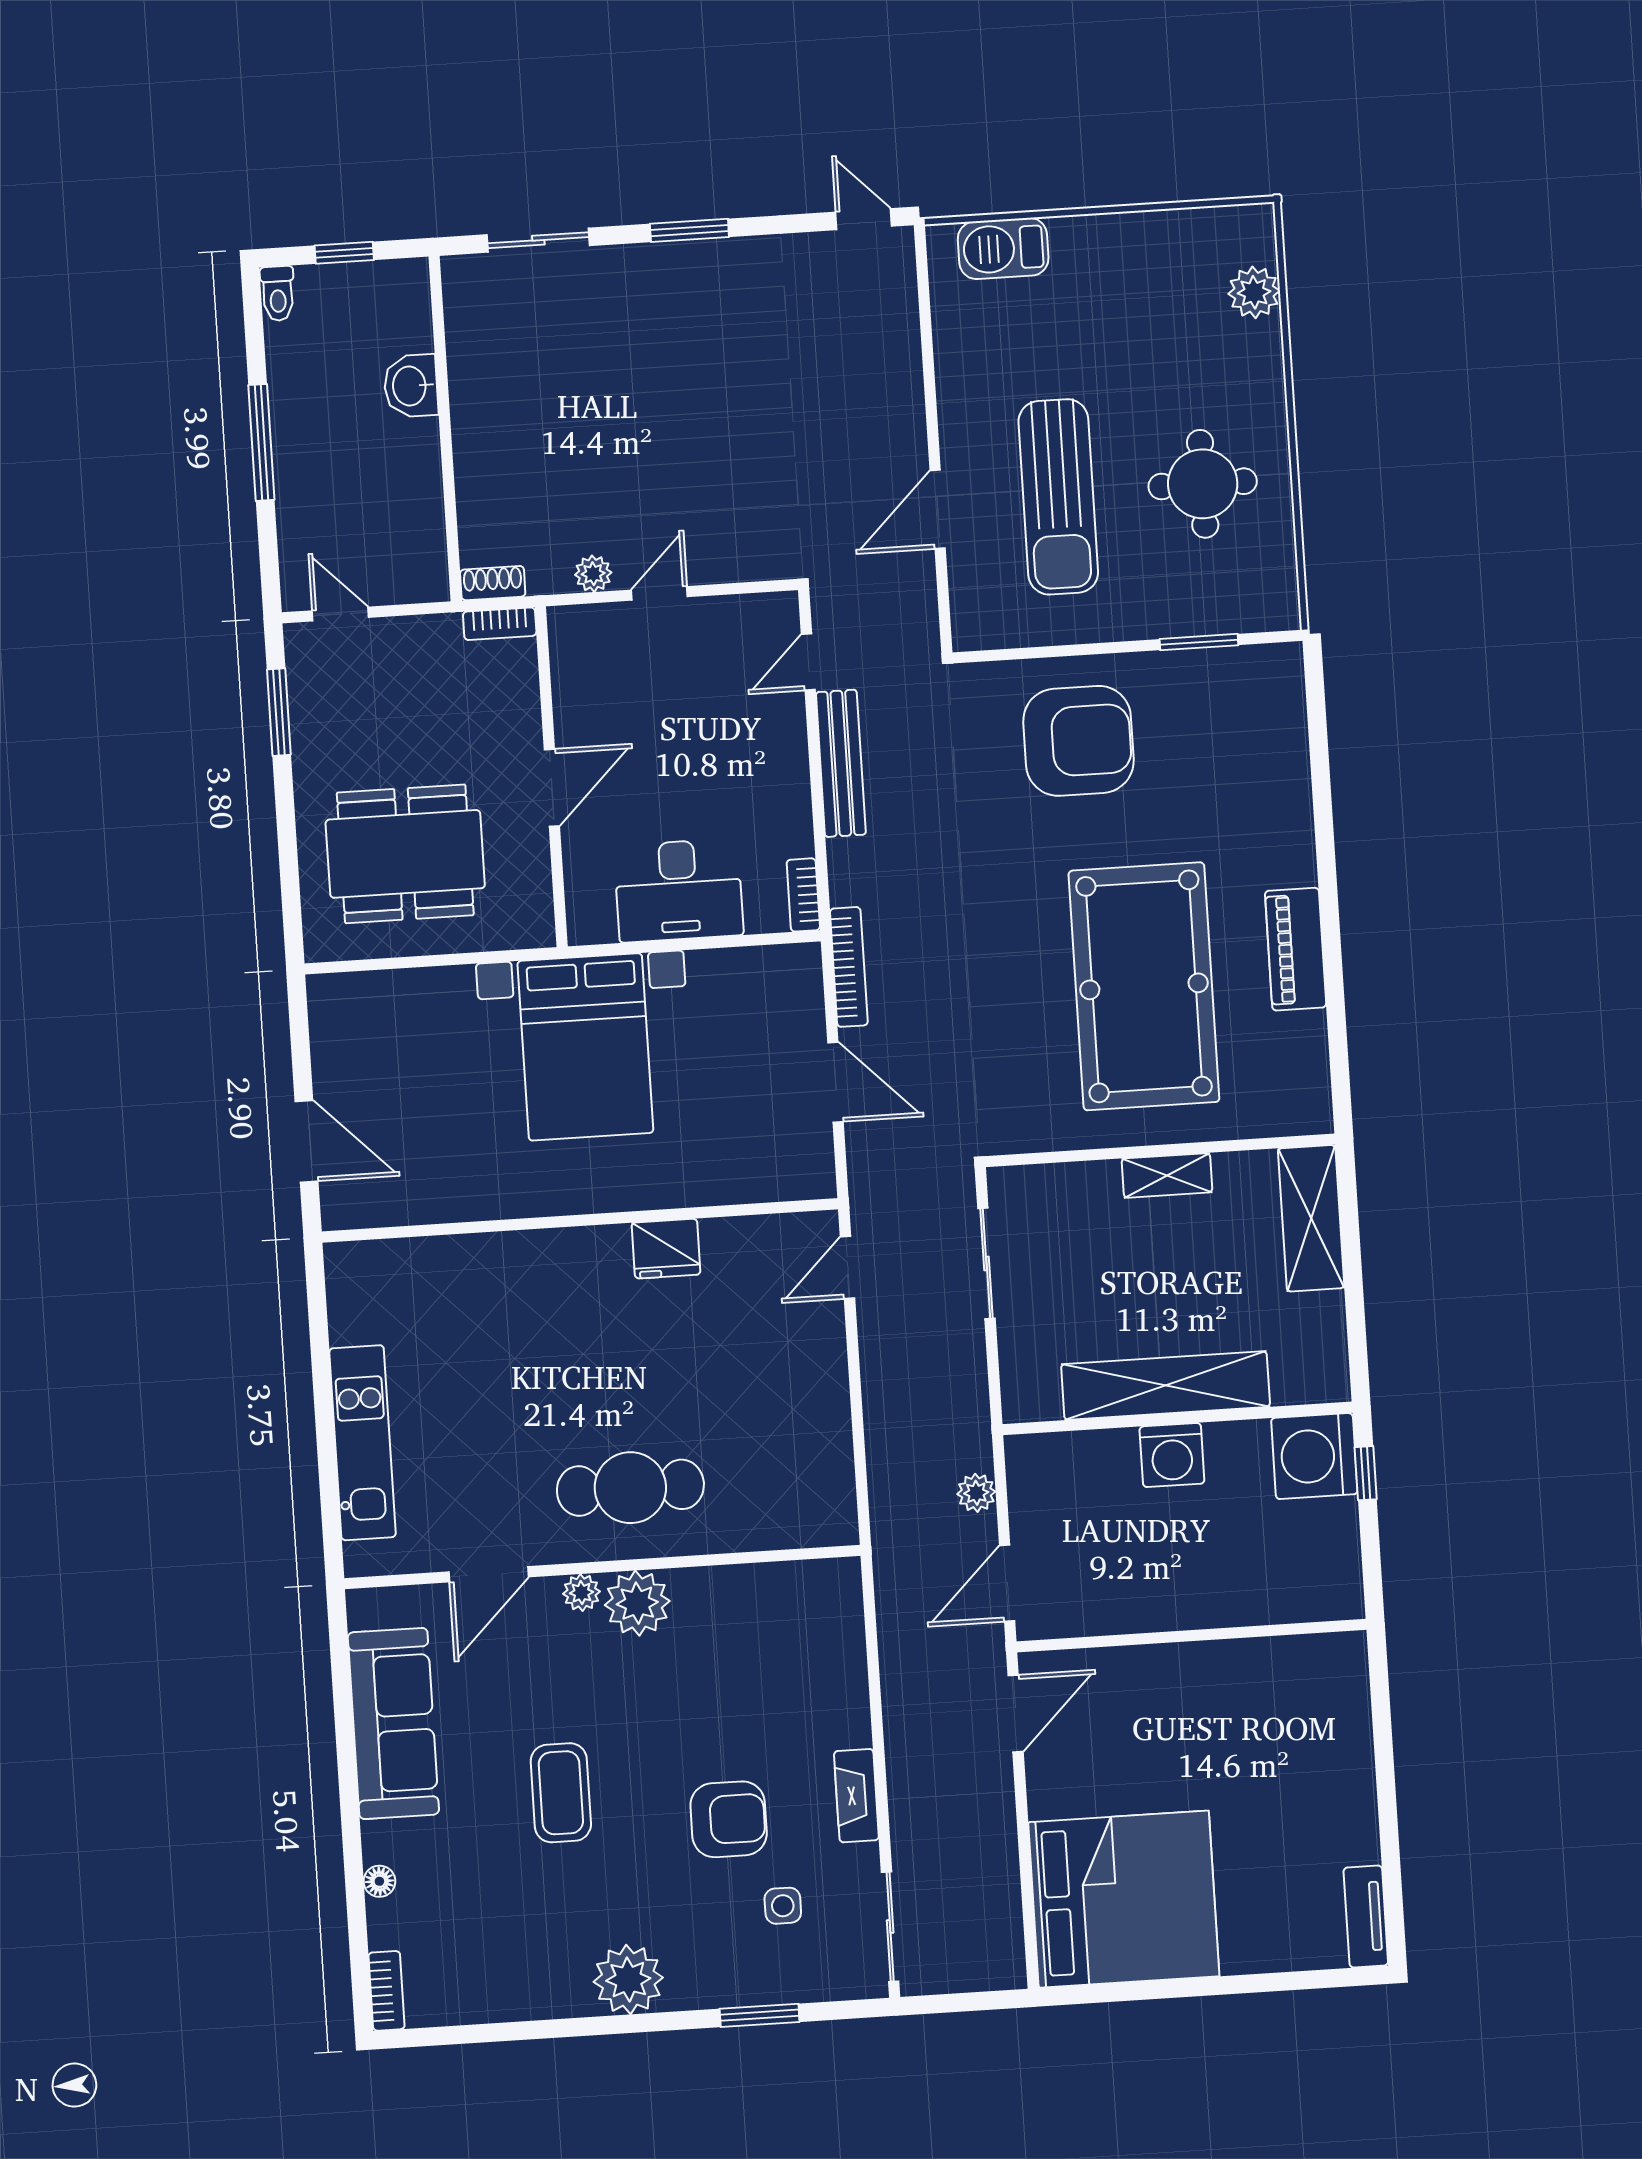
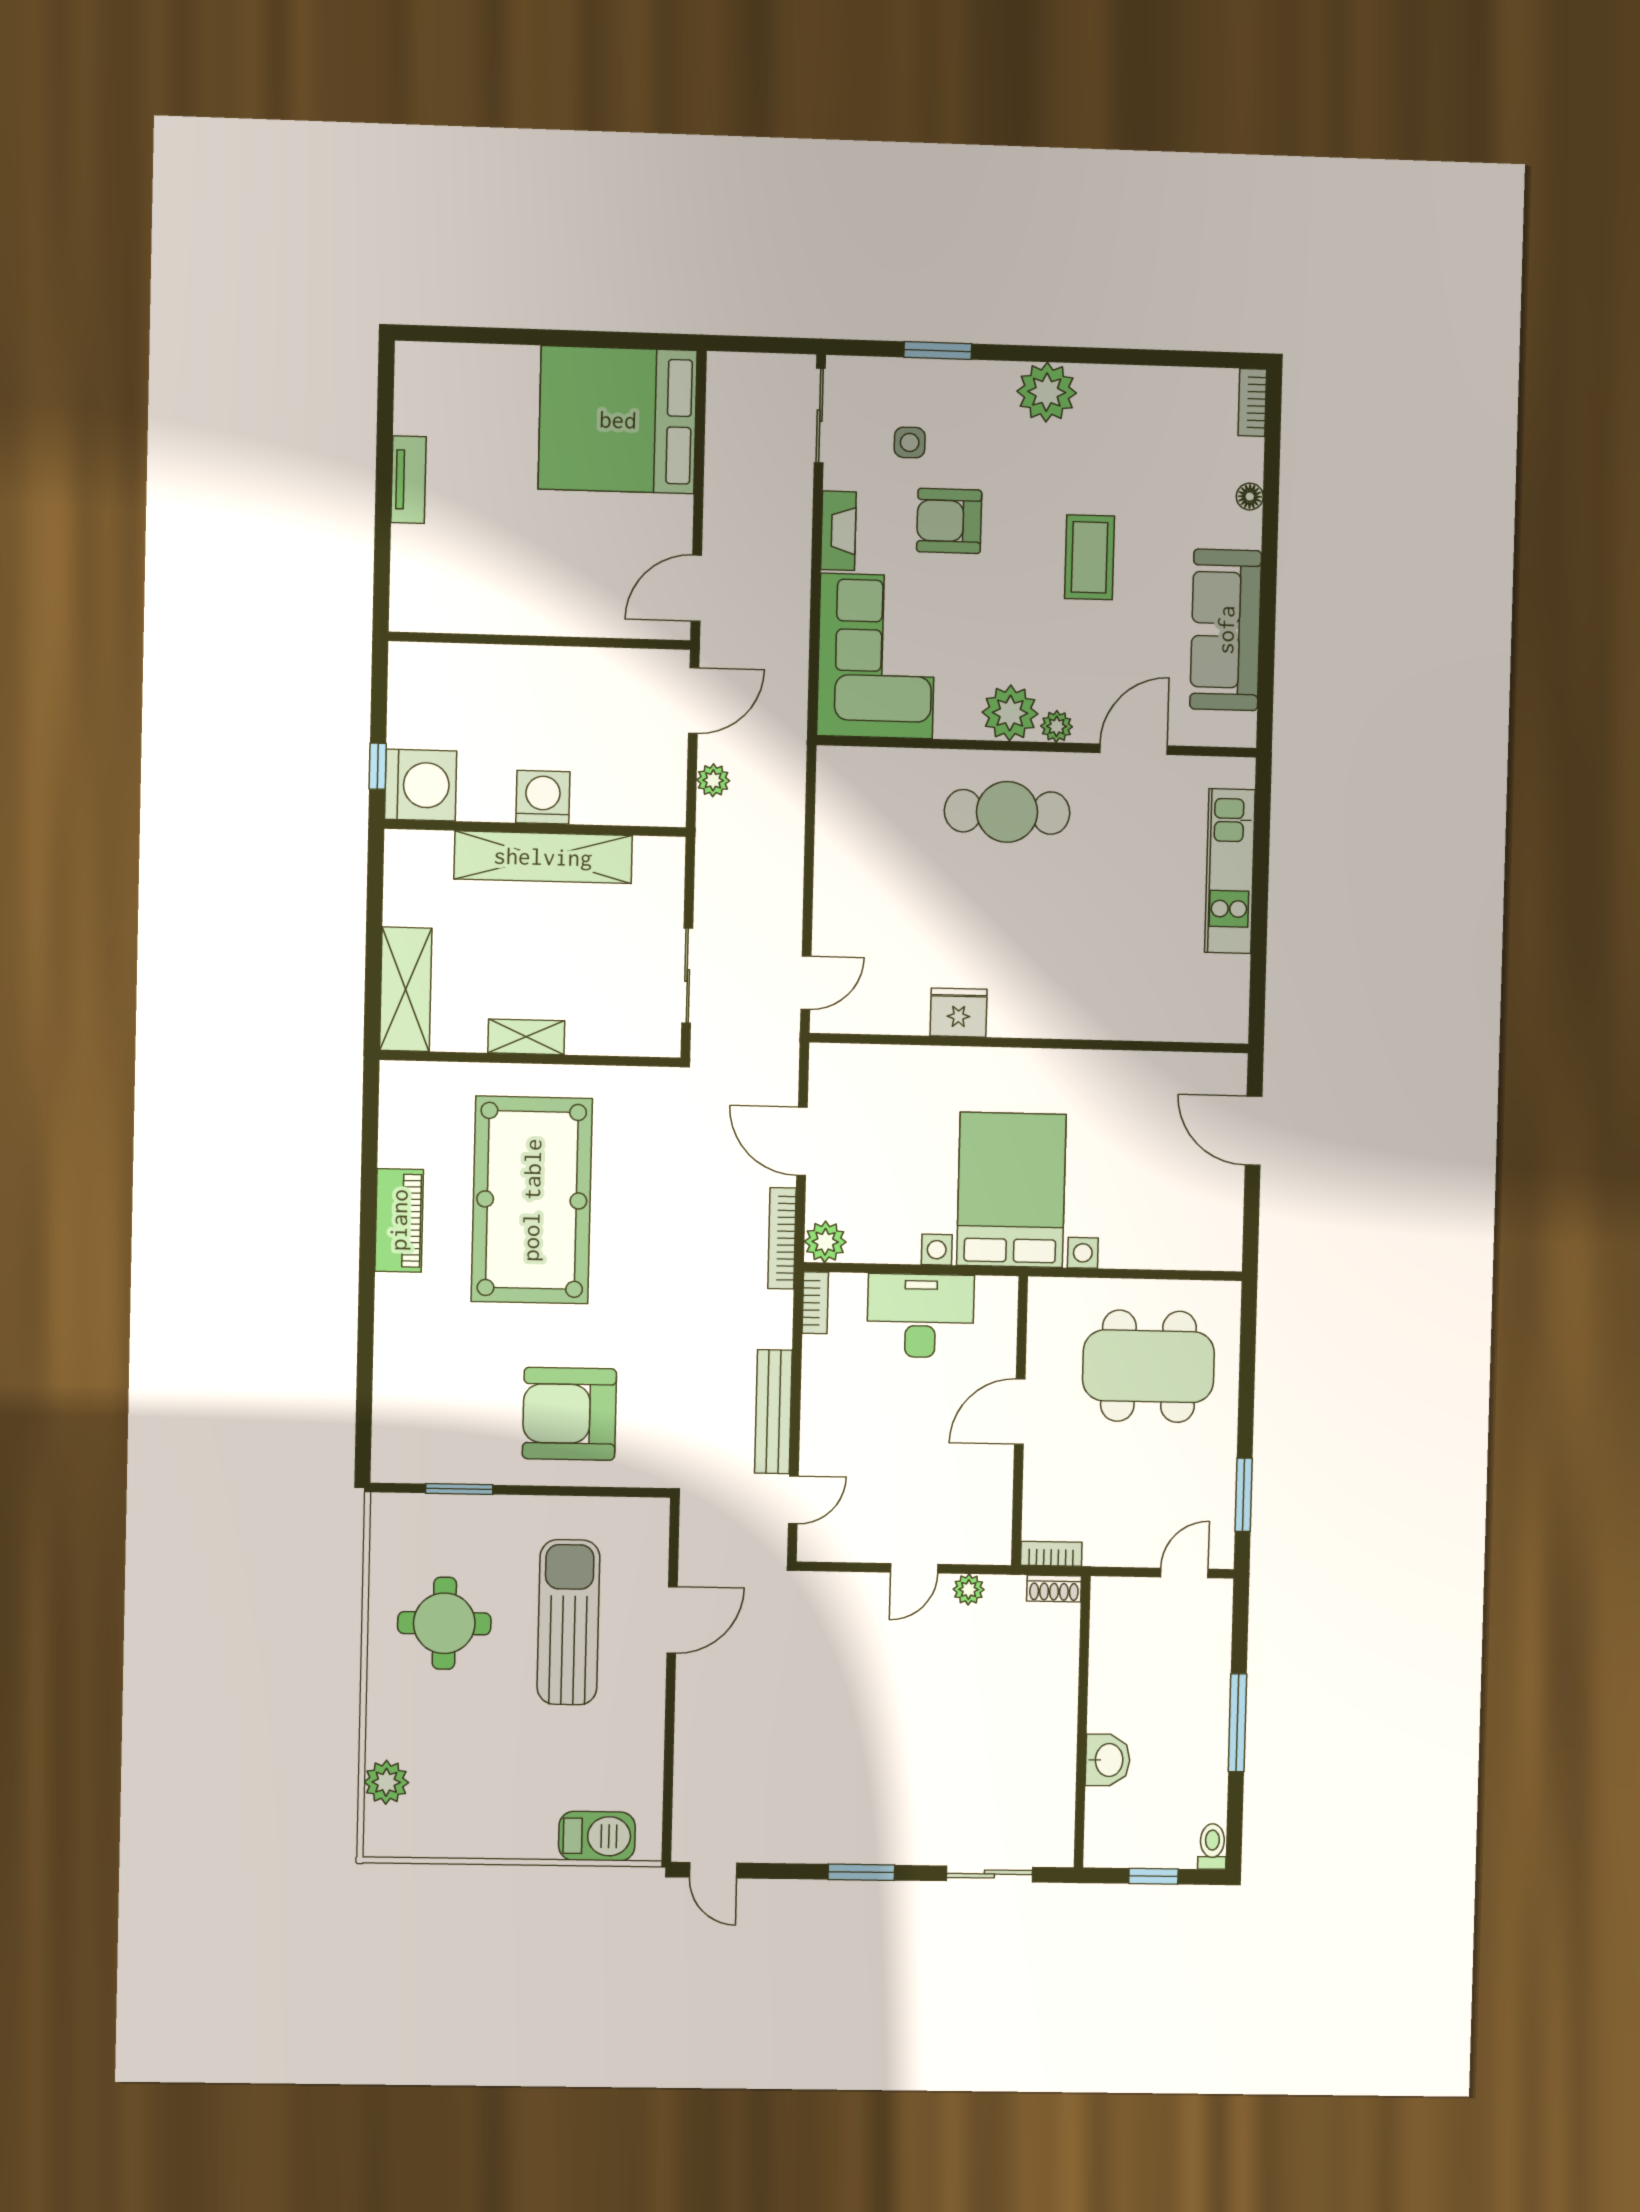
door: (340, 614) -> (1184, 1573), swing flipped
plant: (798, 967) -> (825, 1242), added
corner sofa: (799, 1655) -> (876, 656), added
tv unit: (1366, 1917) -> (408, 480), moved

